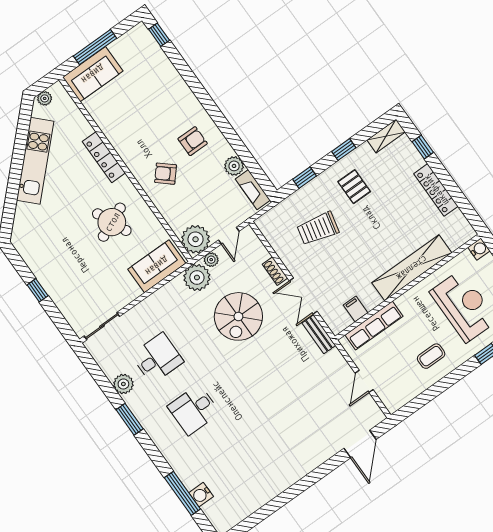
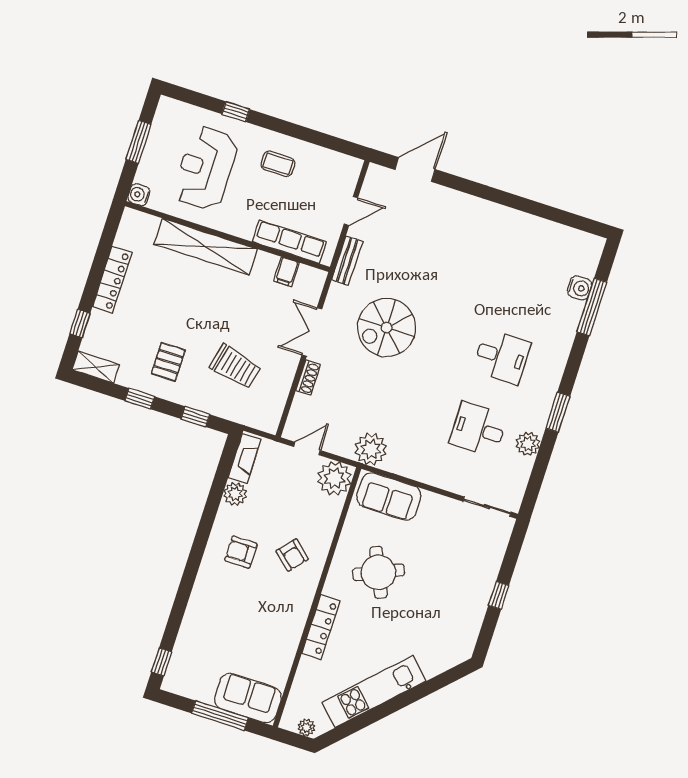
plant: (211, 260) -> (343, 448), removed
double door: (303, 296) -> (312, 332), swing flipped
spiral stairs: (238, 316) -> (387, 328), moved, turned 180
bench: (319, 334) -> (347, 261), moved

